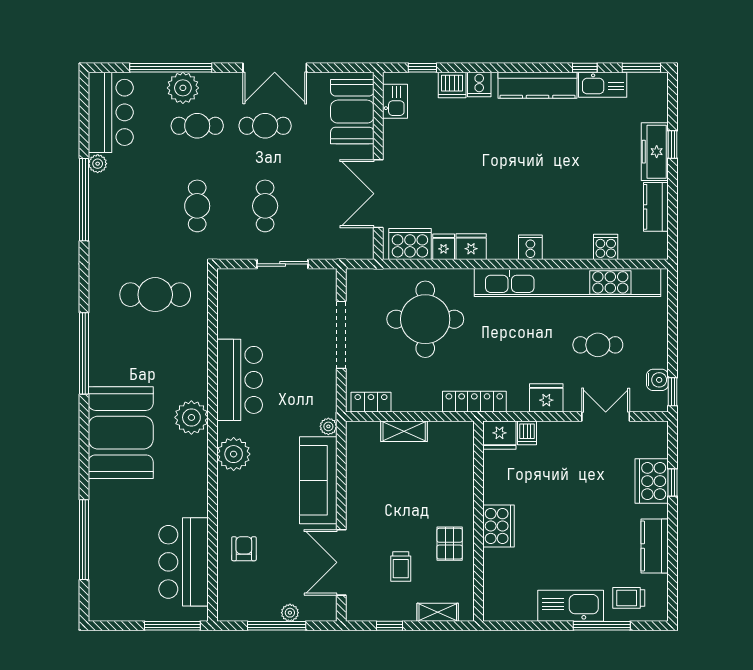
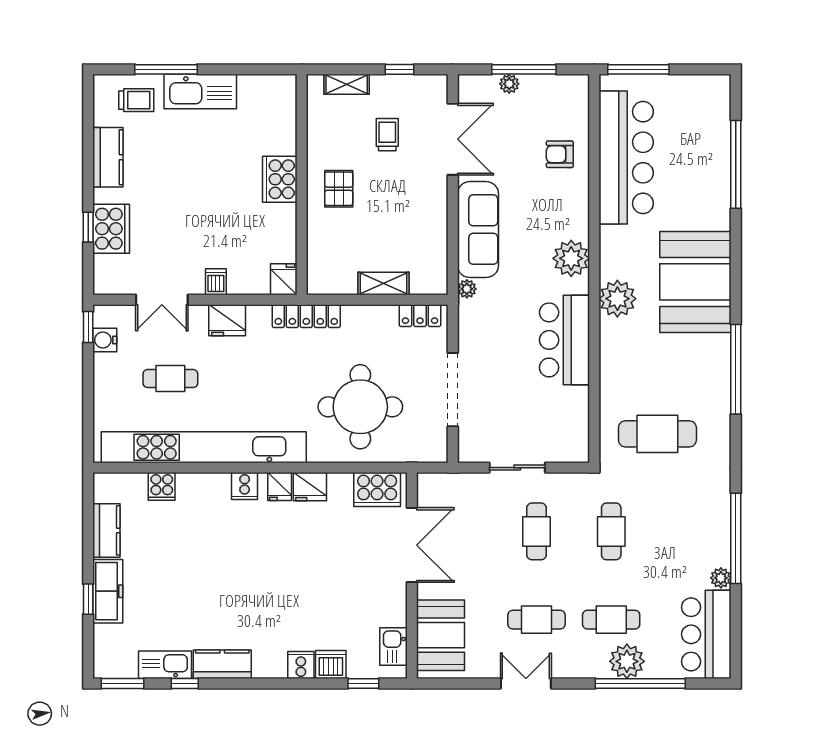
double door: (275, 68) -> (526, 683), width x0.73
kitchen counter: (538, 85) -> (222, 664), width x0.67
fridge: (444, 247) -> (280, 486), moved
dishwasher: (527, 433) -> (216, 282), moved
fridge: (499, 435) -> (284, 279), width x0.72
pallet: (450, 544) -> (339, 189), moved
armchair: (244, 549) -> (560, 154), turned 90
bar counter: (184, 562) -> (626, 158), width x1.36

